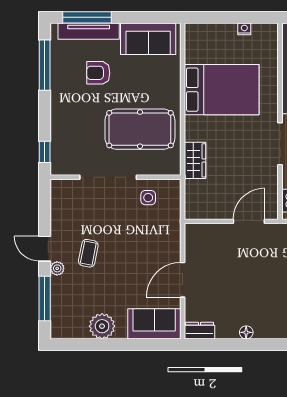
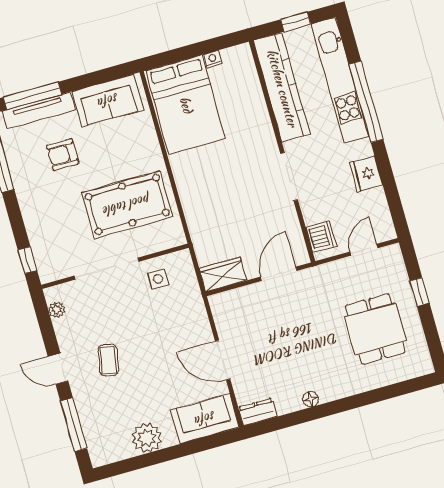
bed: (222, 90) -> (186, 105), moved, turned 90
wardrobe: (195, 160) -> (223, 274), moved, turned -90
plant: (57, 268) -> (57, 310), moved
door: (183, 280) -> (223, 360), hinge flipped

